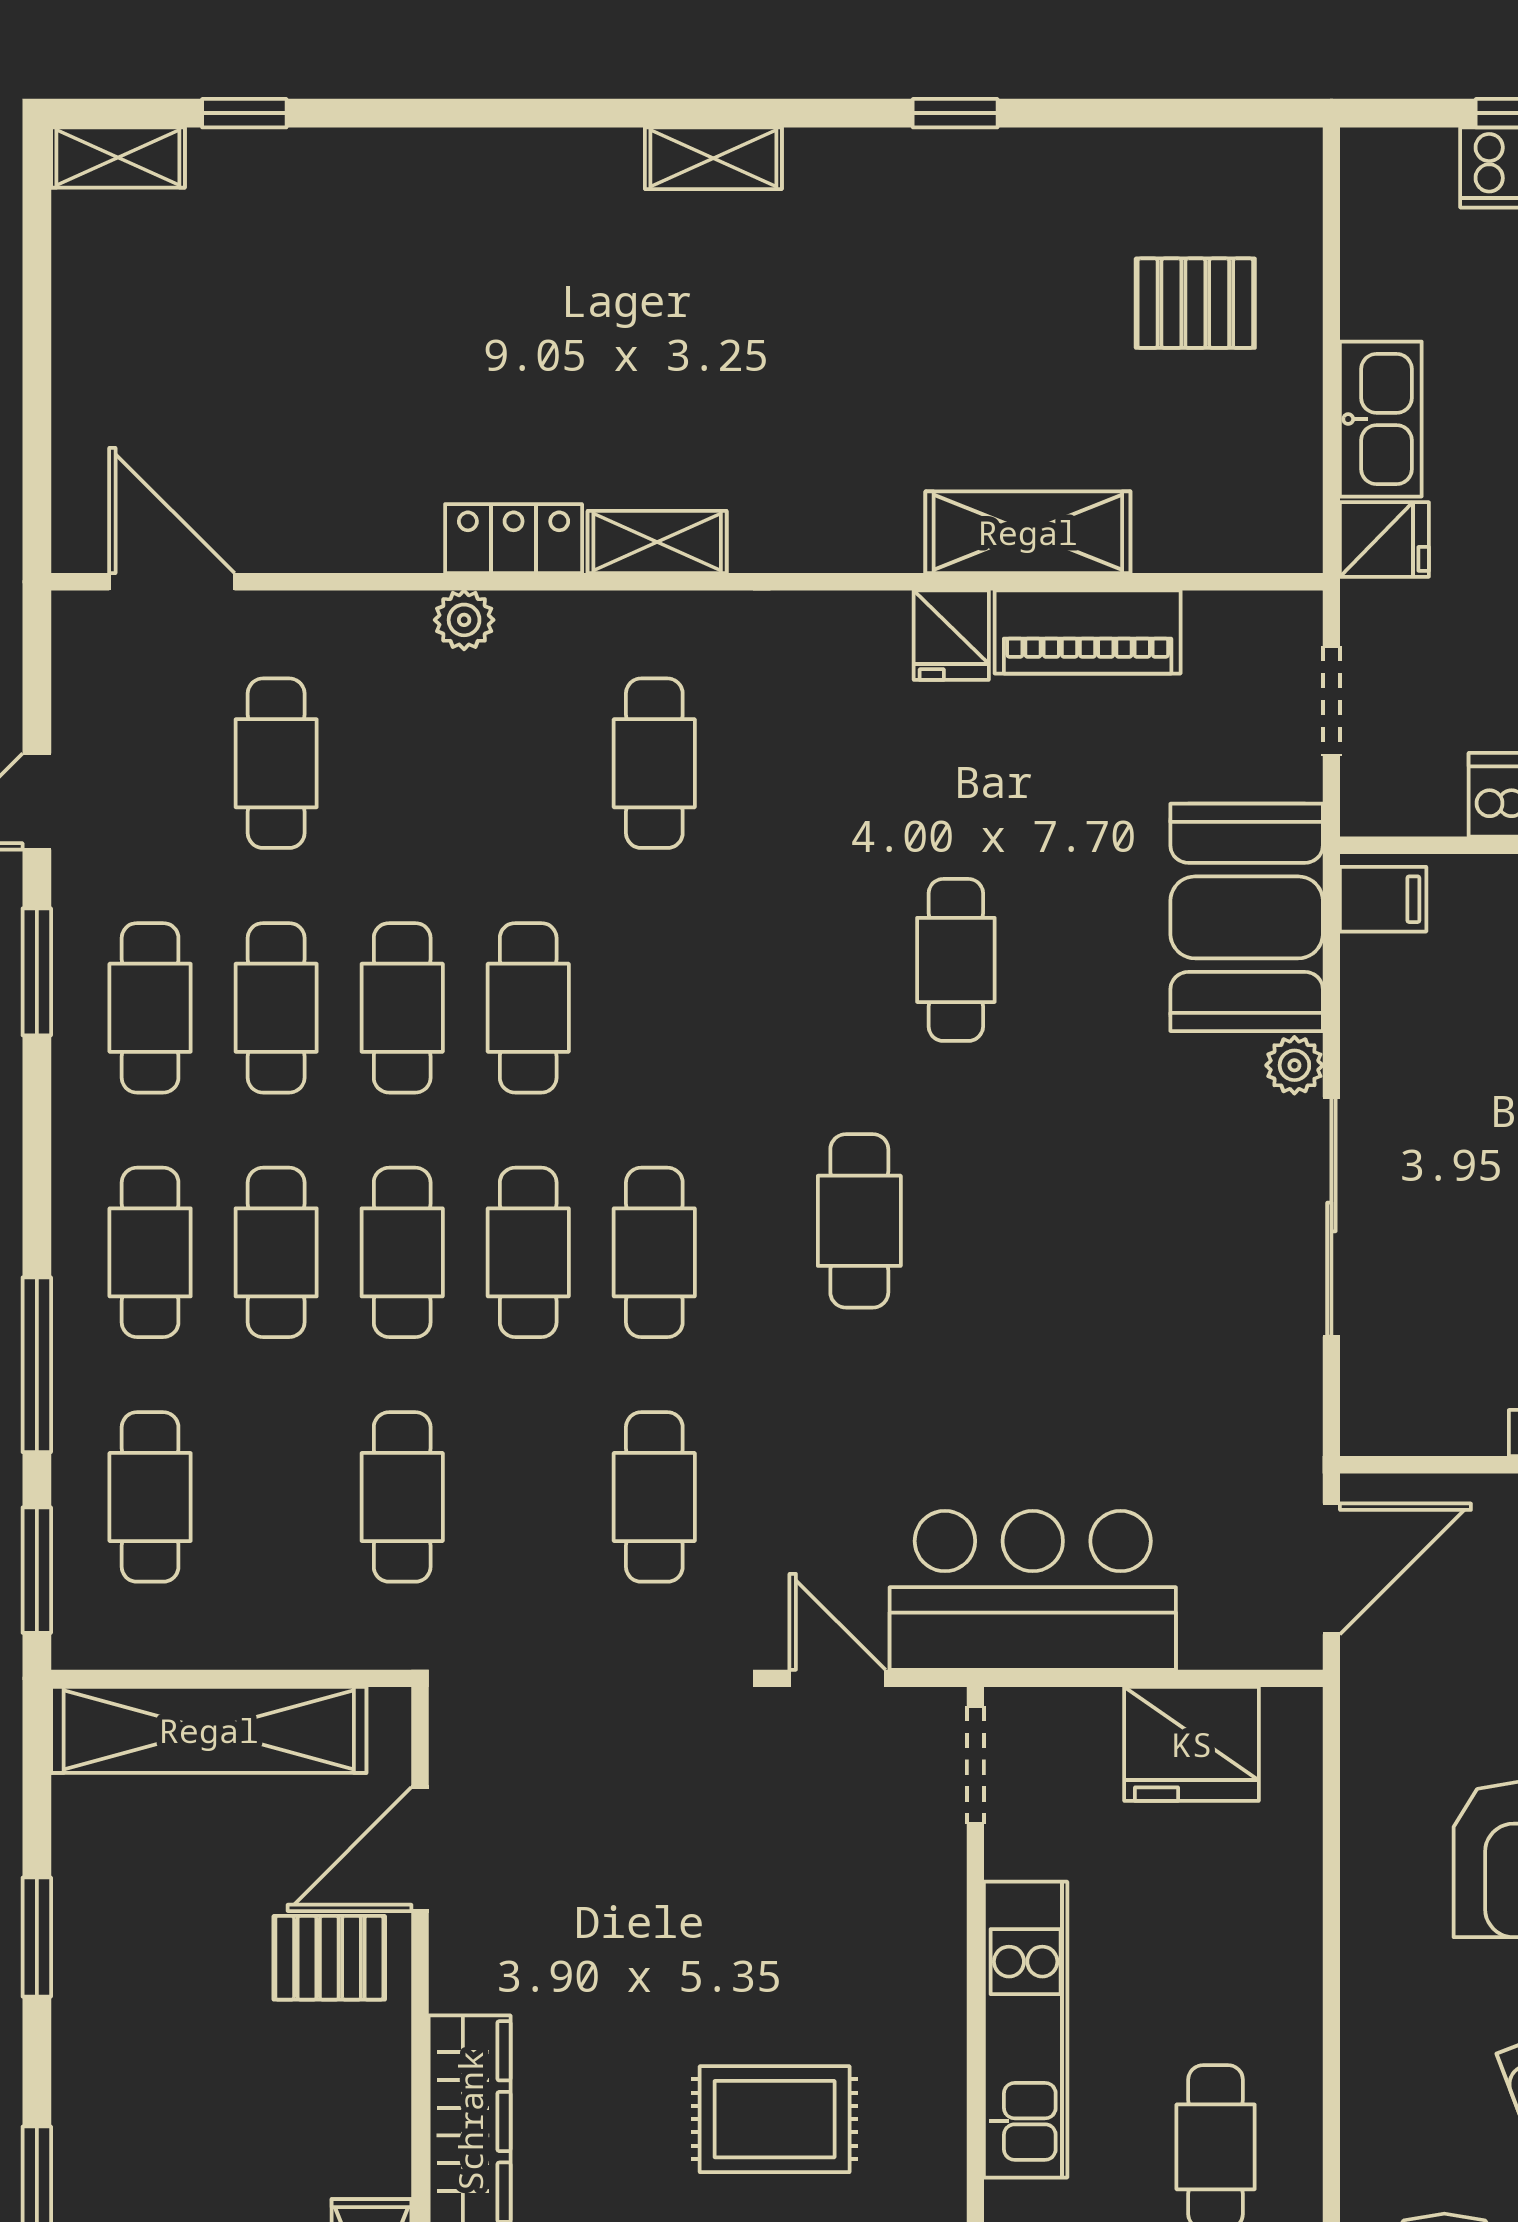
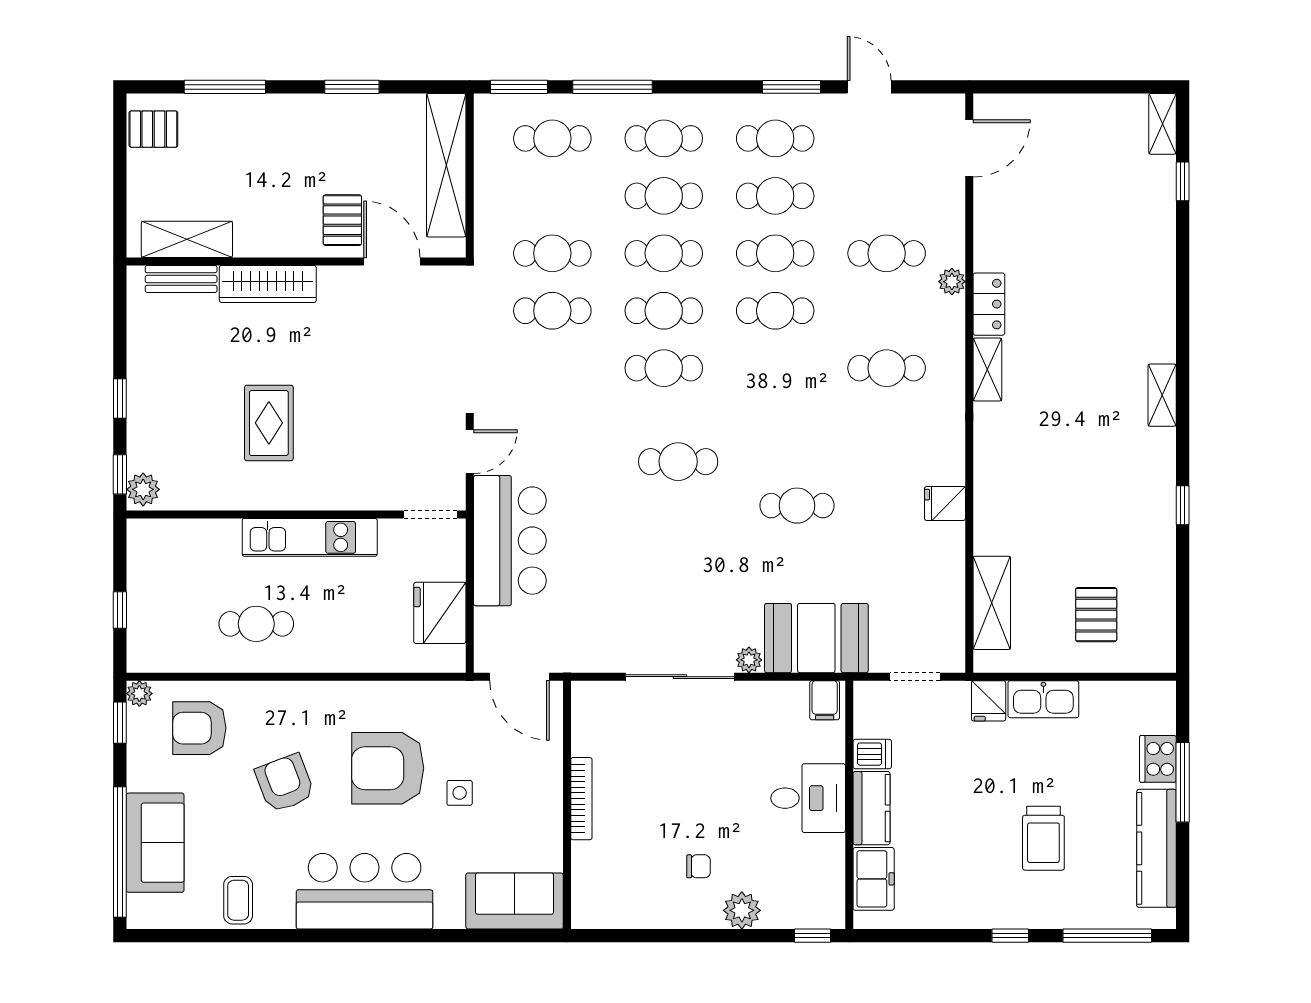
shelving: (1028, 532) -> (992, 603), moved
piano: (1088, 632) -> (946, 566), removed
cafe table: (276, 763) -> (887, 253), moved
cafe table: (654, 1497) -> (552, 311), moved

